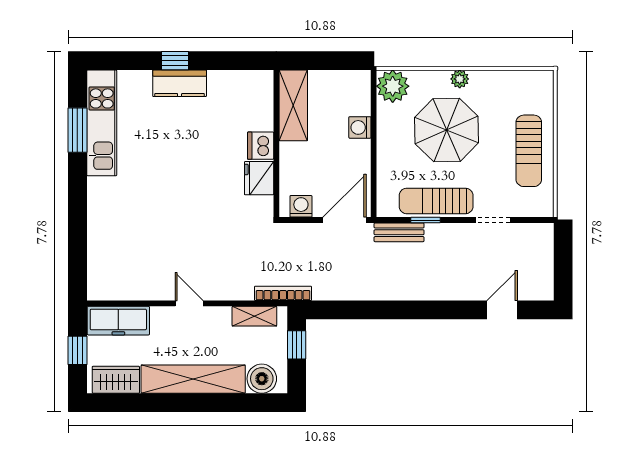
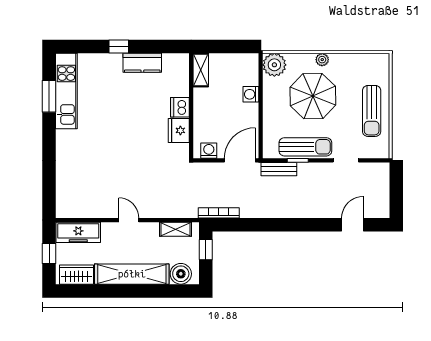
kitchen counter: (180, 83) -> (142, 63), moved
shelving: (293, 105) -> (201, 70), width x0.67, depth x0.75
sun lounger: (436, 201) -> (305, 147), turned 180
bookcase: (283, 293) -> (219, 213), moved

